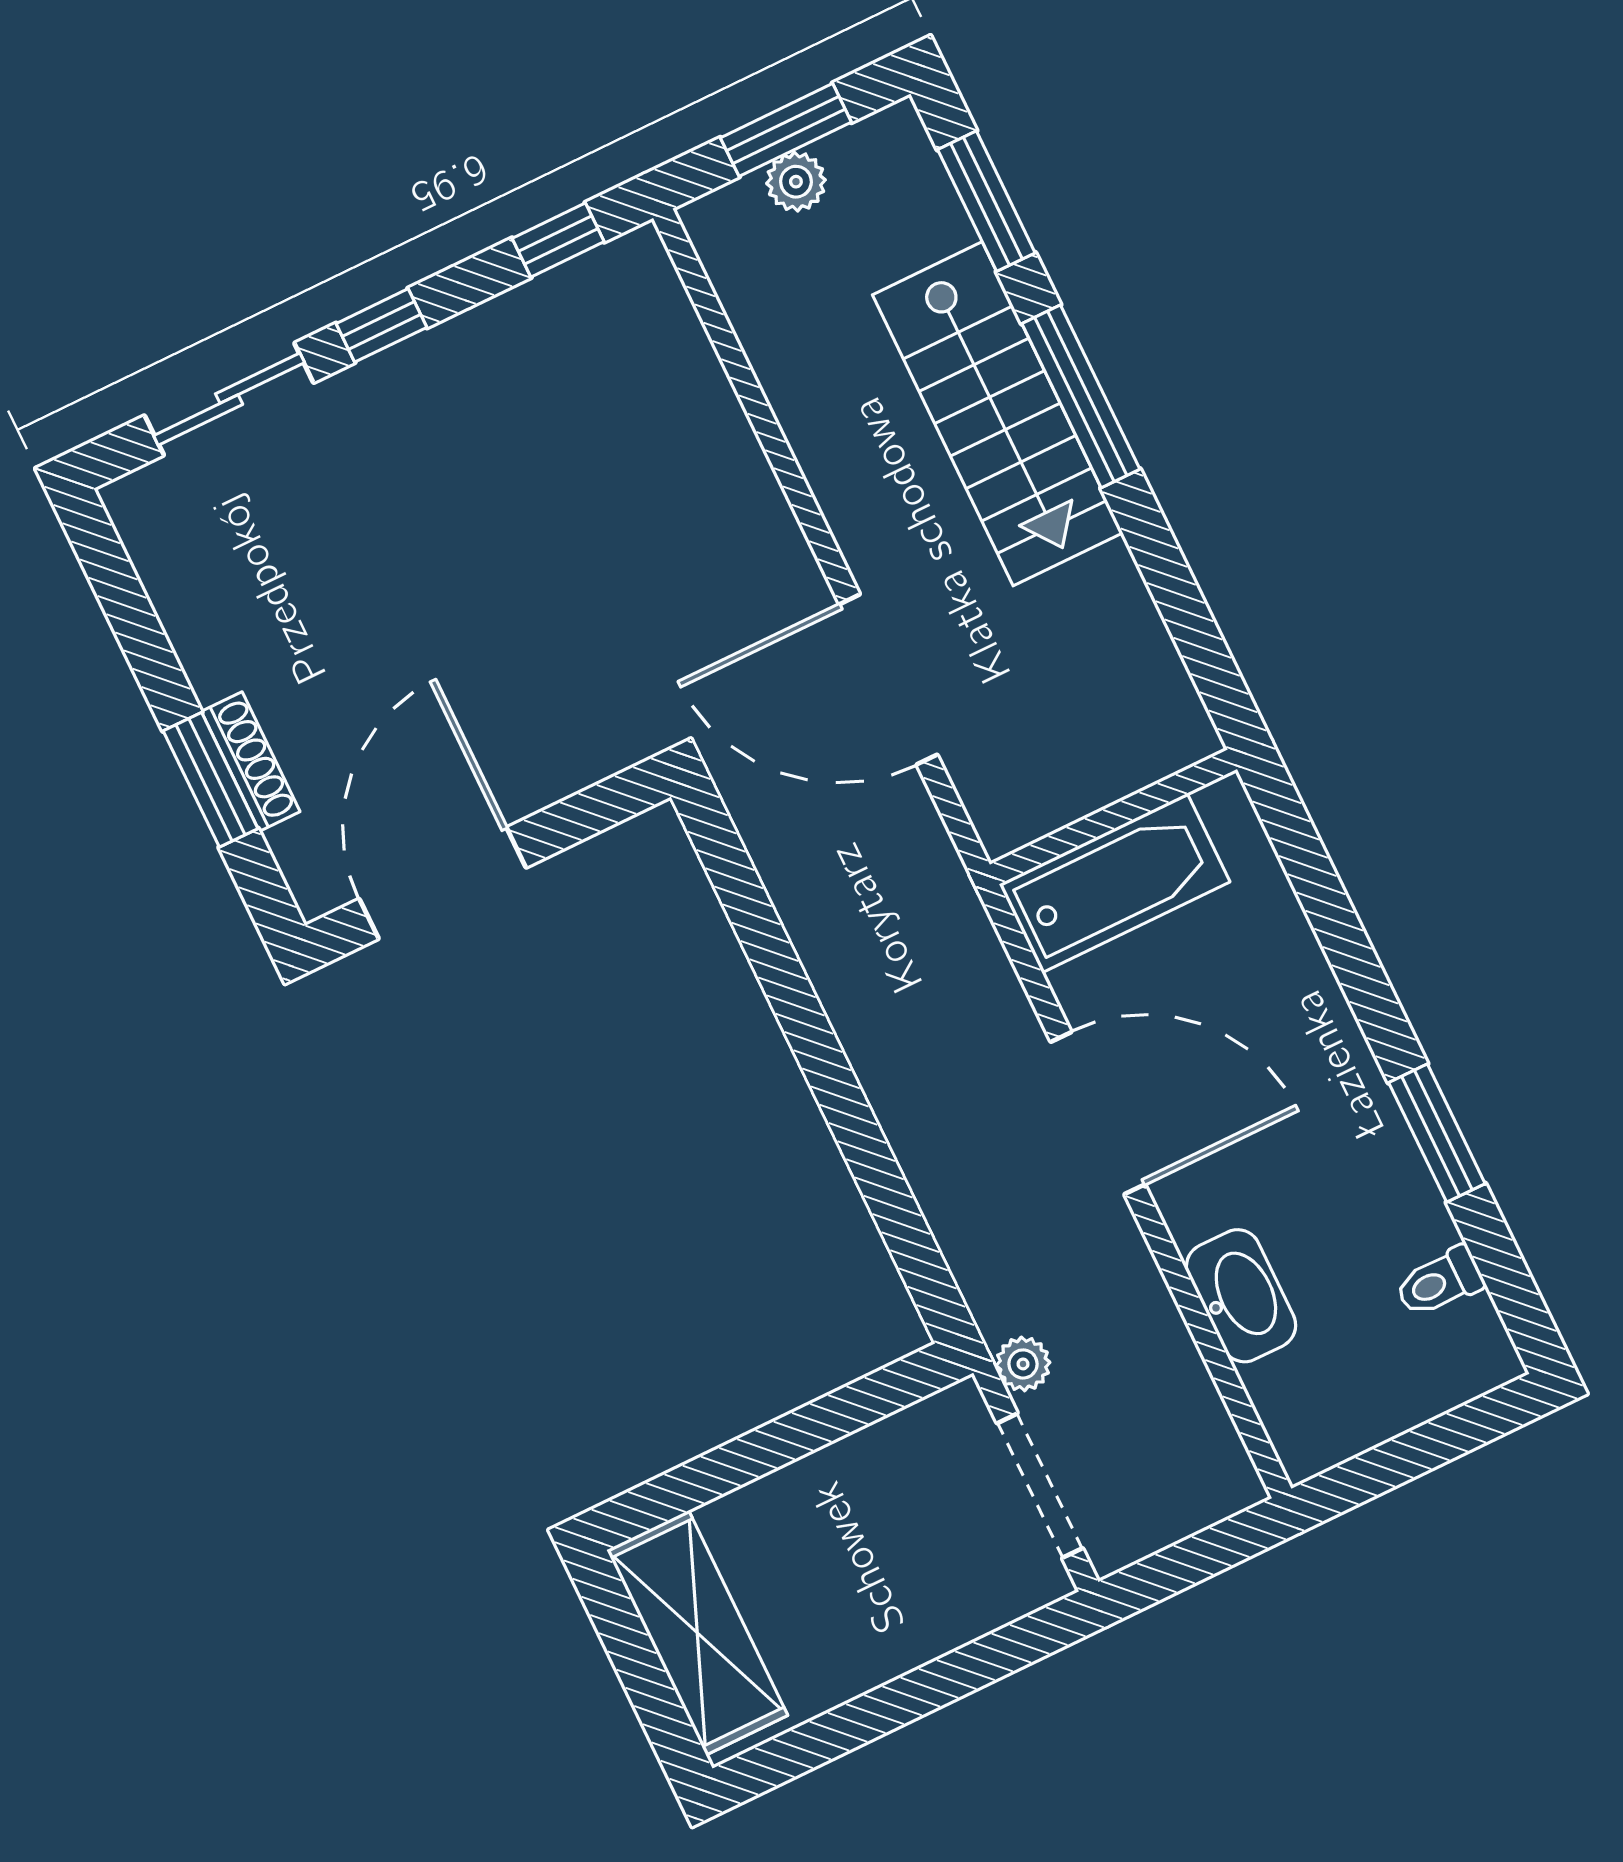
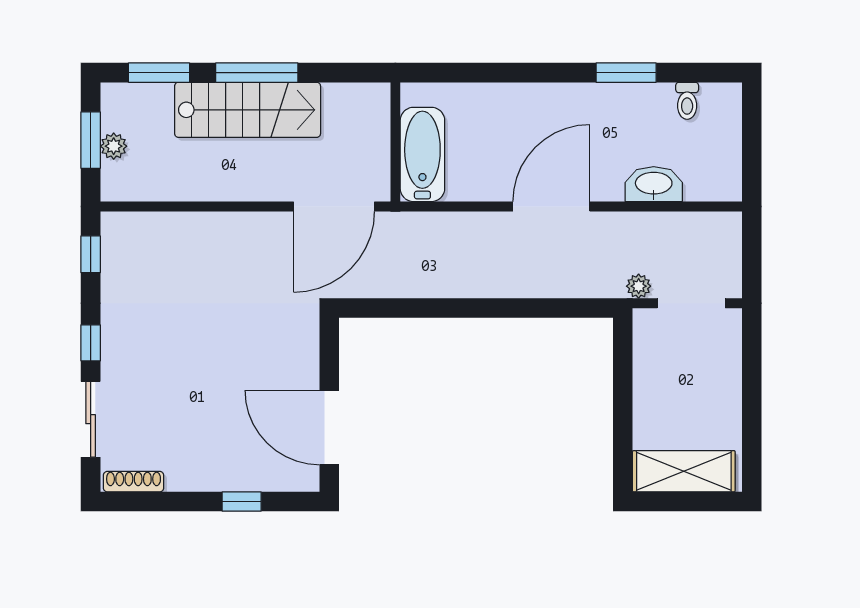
shoe rack: (251, 762) -> (134, 482), moved
window: (210, 780) -> (242, 502), width x0.67
wall: (1113, 817) -> (395, 142), moved
bathtub: (1115, 883) -> (422, 154), moved

